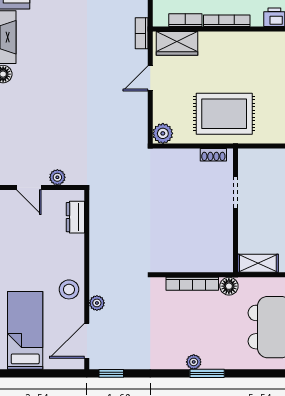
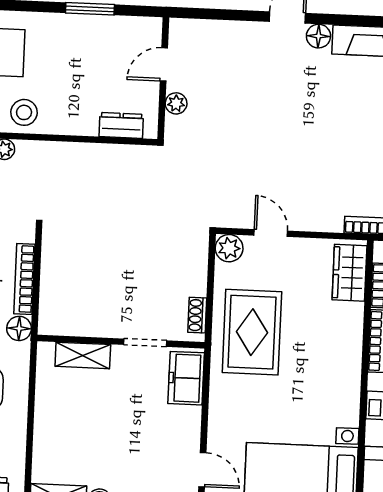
door: (150, 78) -> (271, 233), moved
freezer: (260, 161) -> (186, 378), added
shelving: (258, 263) -> (83, 355), moved, turned 90

